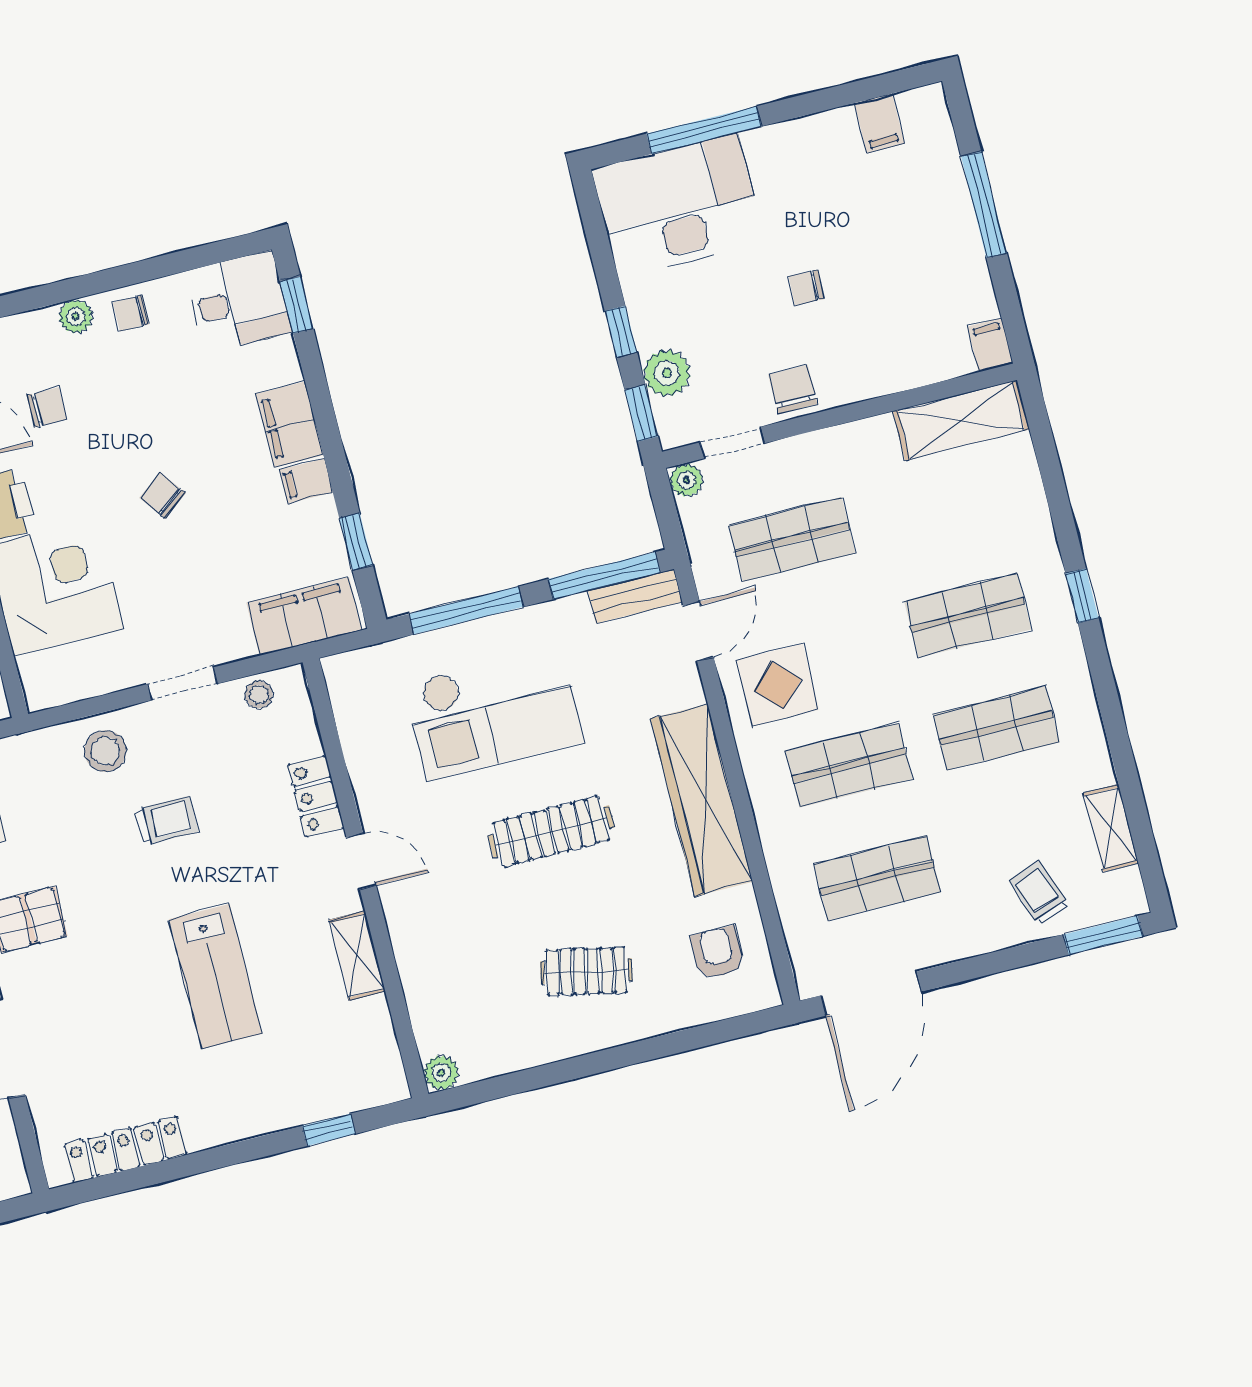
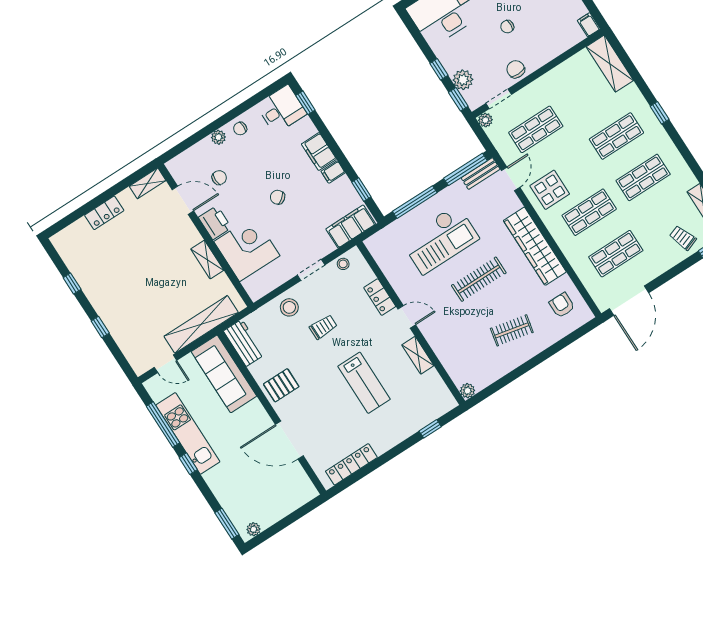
shelving: (961, 420) -> (610, 64), moved, turned 90

